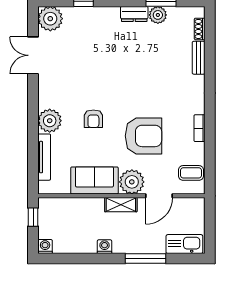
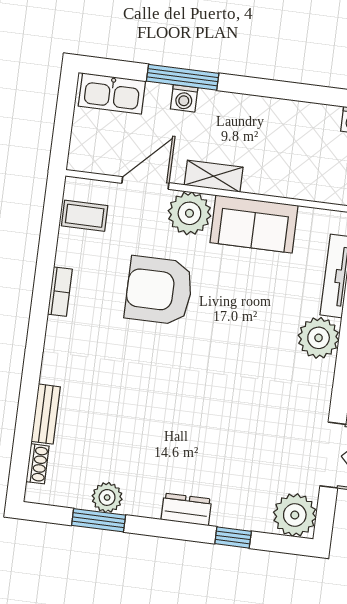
dresser: (134, 14) -> (186, 509), moved
armchair: (93, 119) -> (242, 332), removed
washing machine: (105, 247) -> (184, 98), moved

